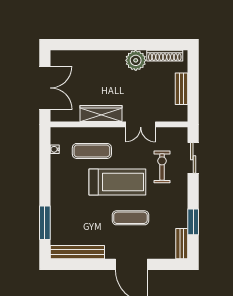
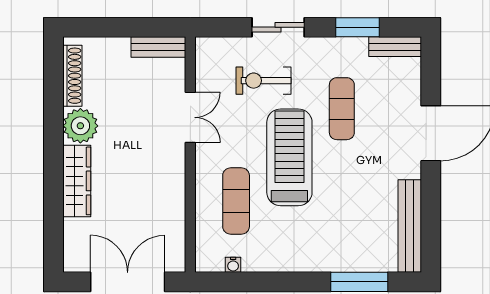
bench: (182, 89) -> (158, 47), moved
wardrobe: (101, 114) -> (77, 181), moved, turned 180
sliding door: (193, 158) -> (278, 27), moved
exercise mat: (130, 218) -> (342, 109), moved

